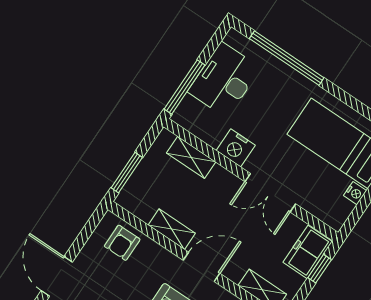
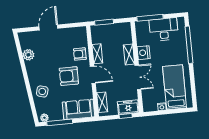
shelving: (191, 157) -> (129, 55), moved
double door: (270, 193) -> (138, 77), swing flipped
armchair: (122, 243) -> (80, 54), moved

